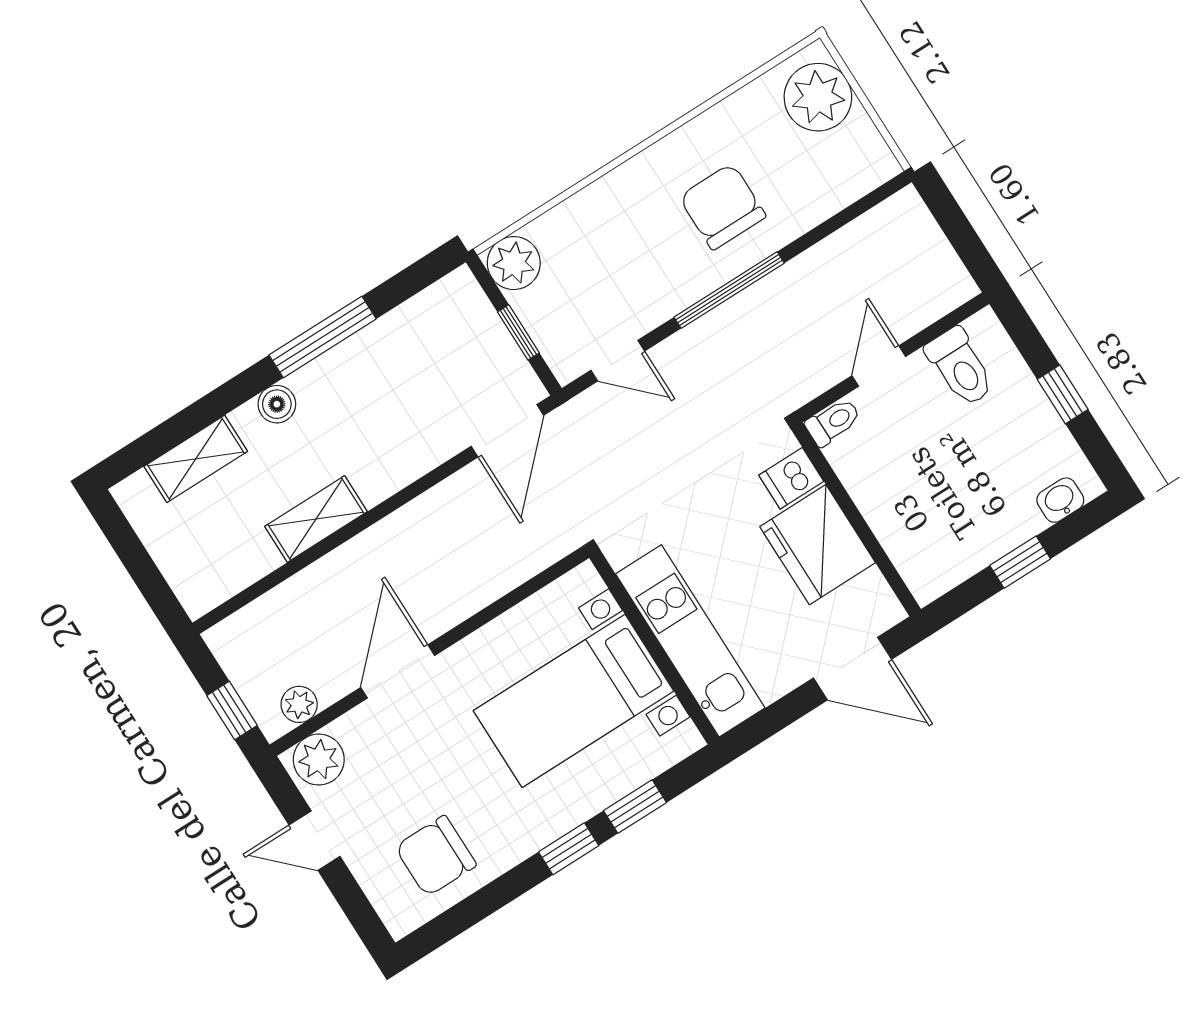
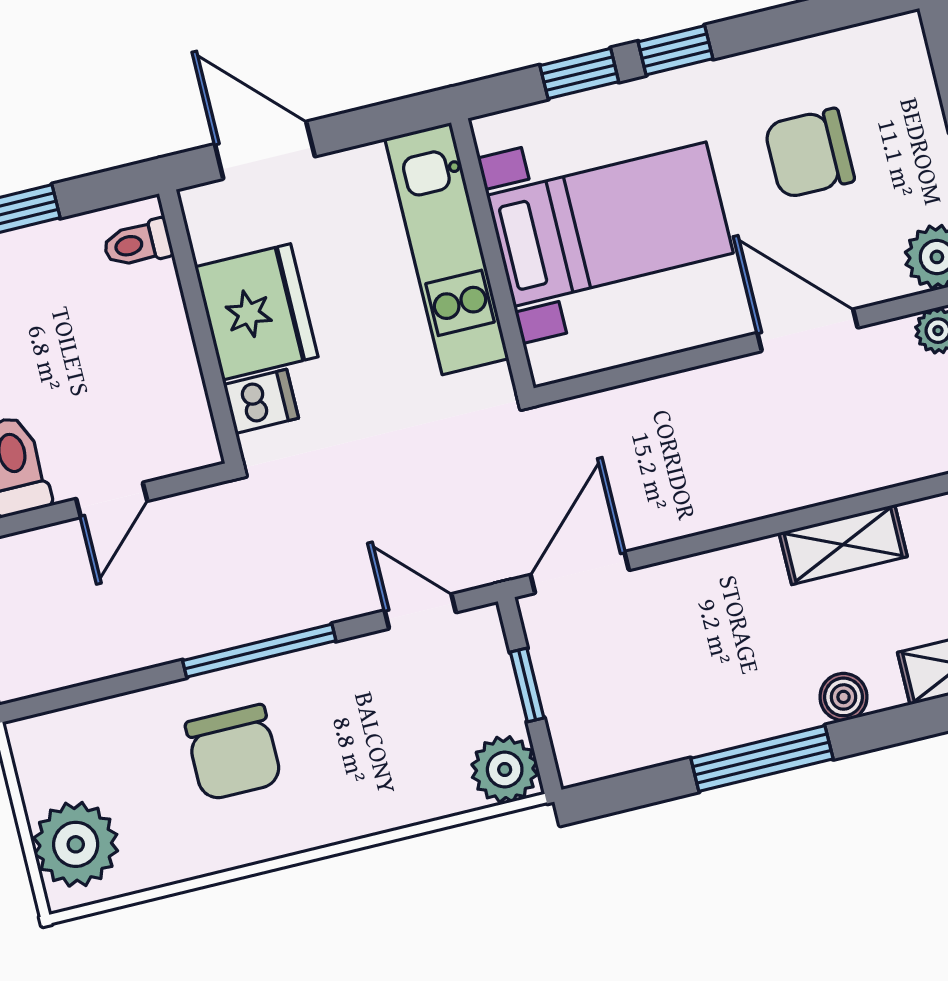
toilet: (833, 422) -> (138, 244), moved
door: (398, 671) -> (807, 330), swing flipped
chair: (436, 856) -> (809, 153), moved, turned 180

